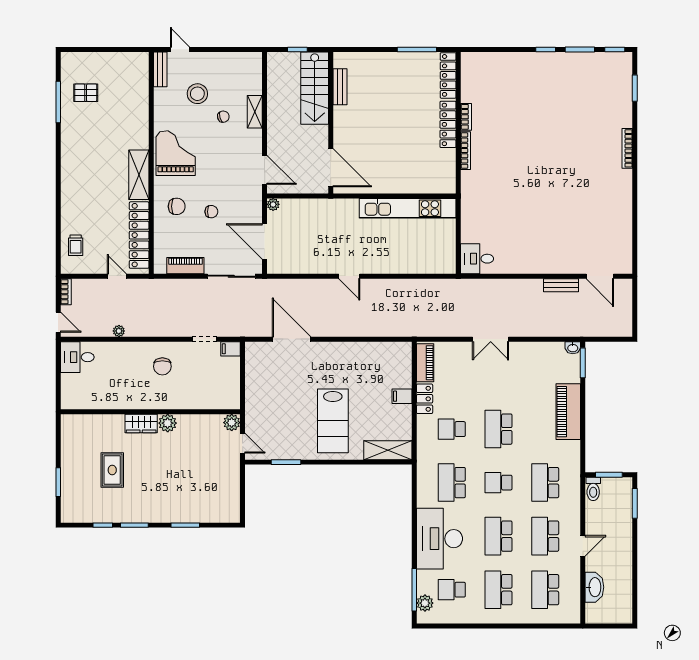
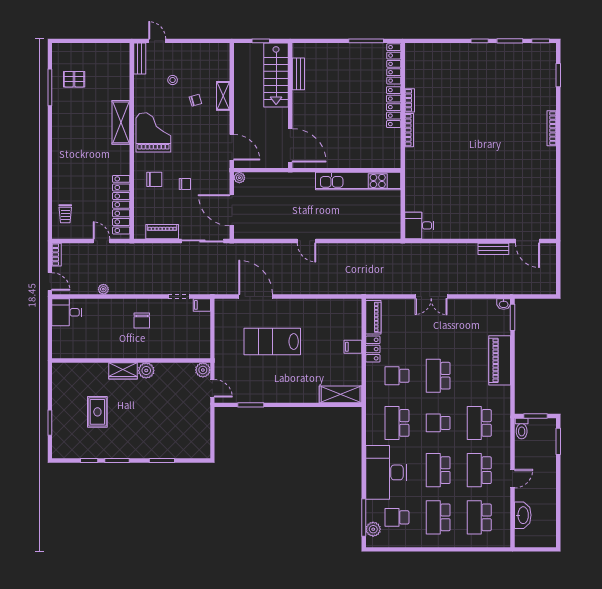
stool: (197, 94) -> (173, 80), width x0.53, depth x0.53
shelving: (139, 175) -> (121, 122), moved
lab bench: (333, 421) -> (272, 341), moved, turned 90

